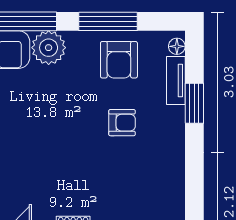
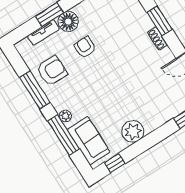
floor lamp: (177, 46) -> (68, 22), moved, width x1.89, depth x1.89
plant: (49, 48) -> (65, 116), width x0.53, depth x0.53

